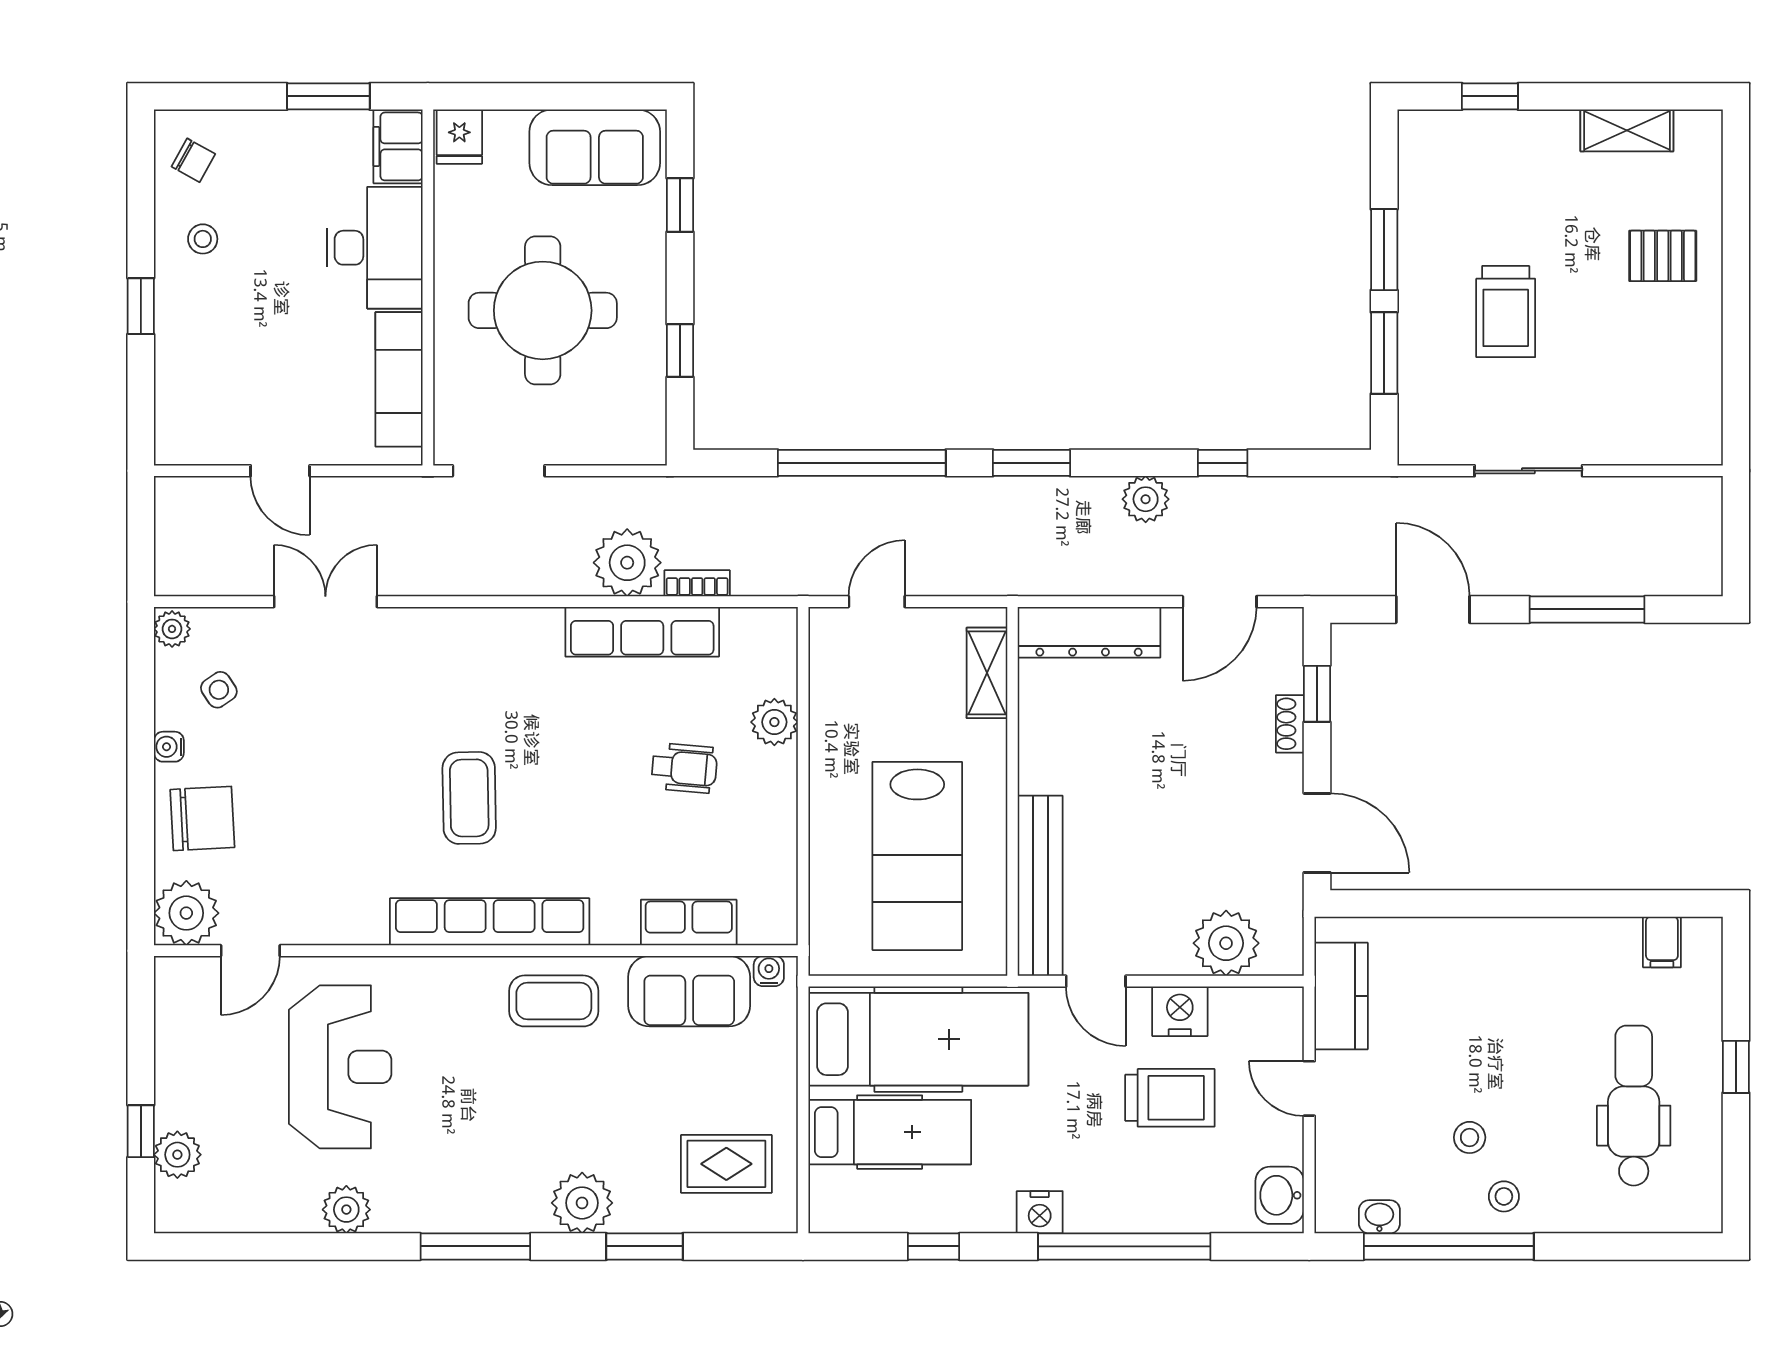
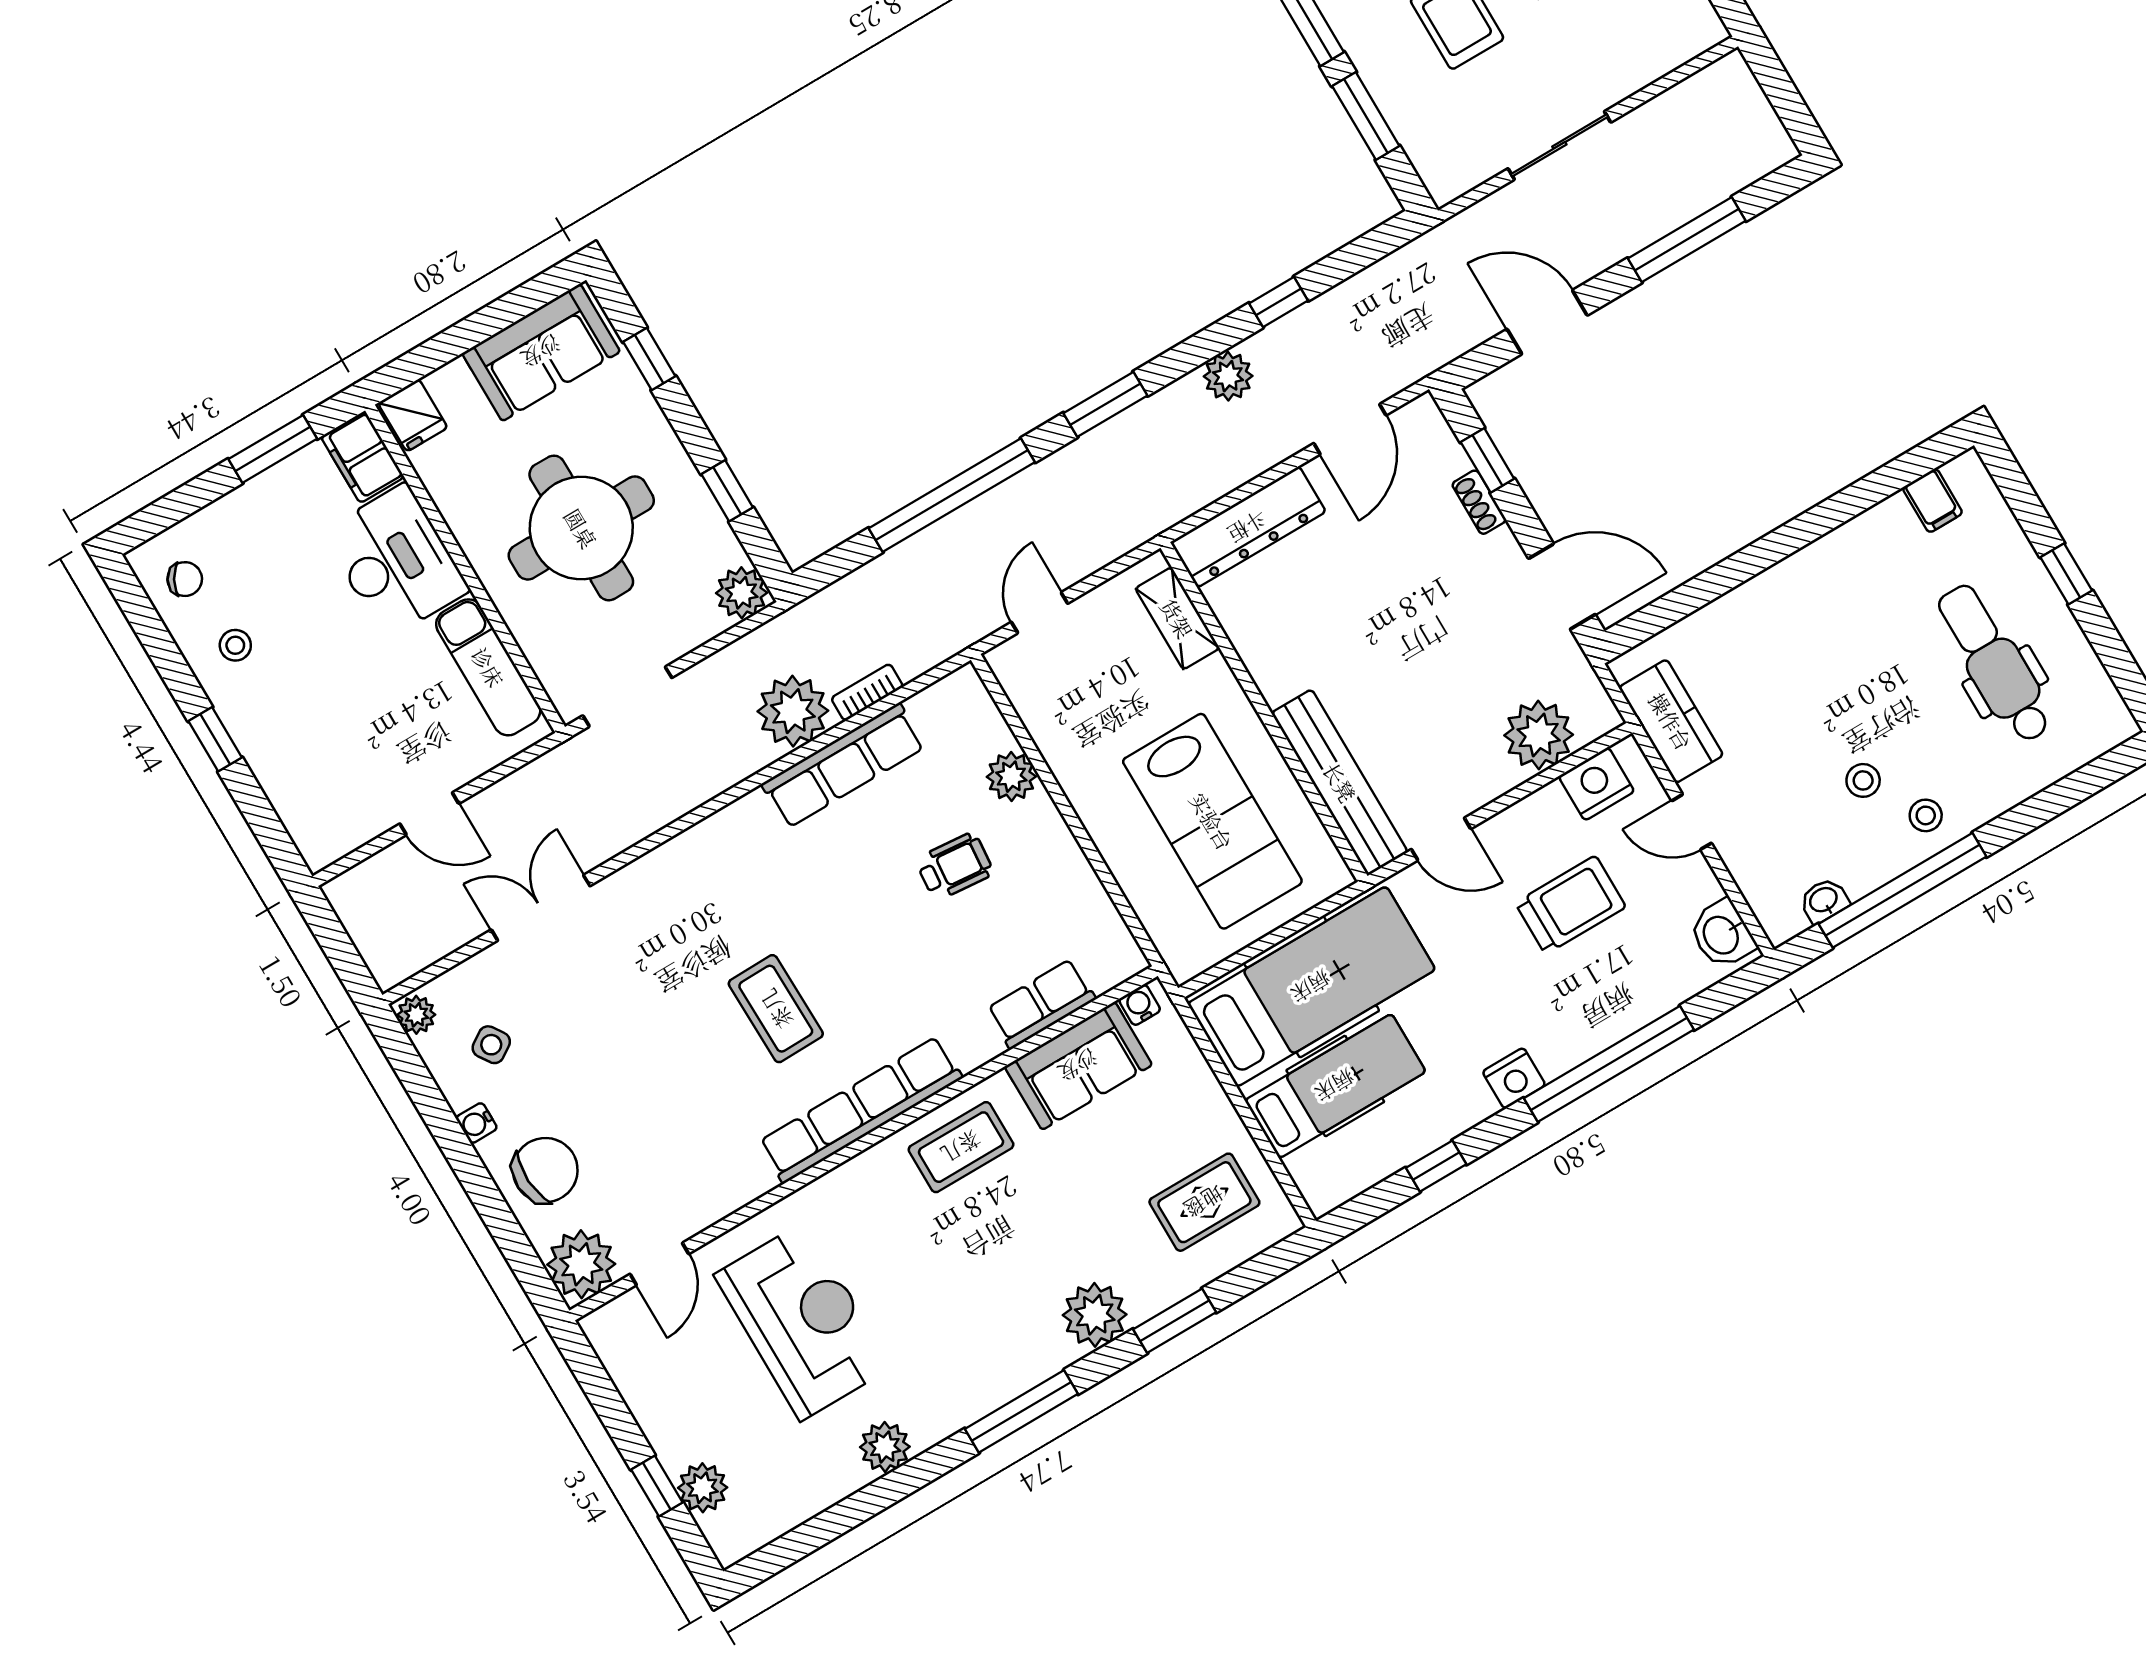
plant: (643, 441) -> (742, 593), added
nightstand: (1180, 1011) -> (1596, 784), moved

